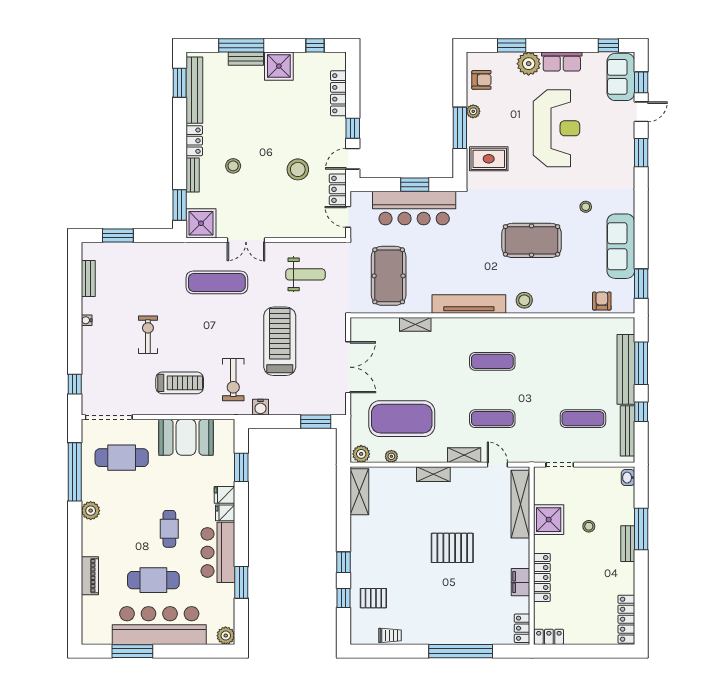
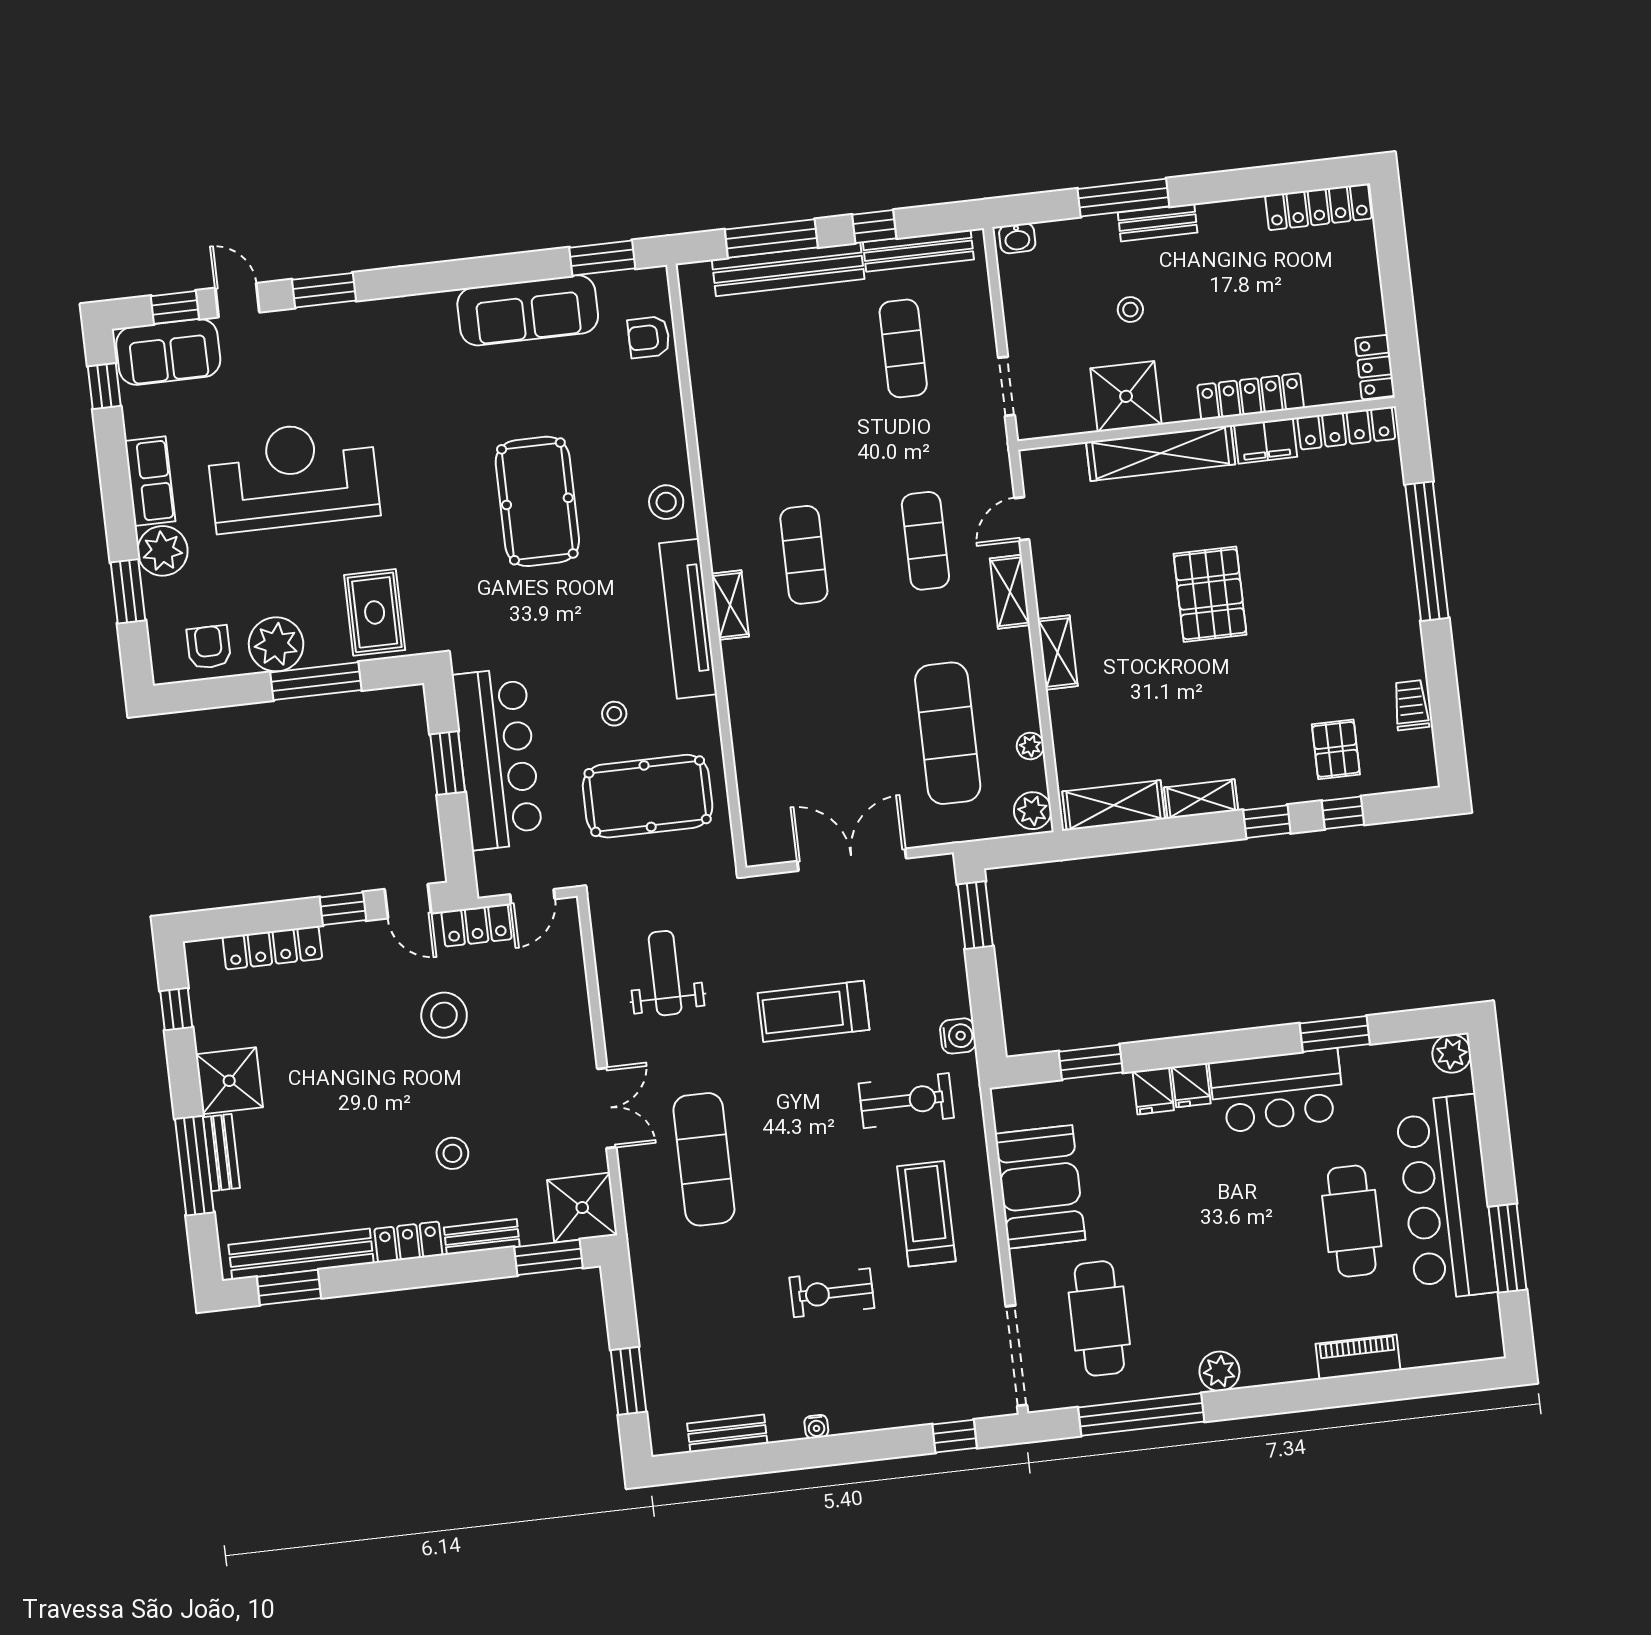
plant: (473, 111) -> (276, 644), width x1.88, depth x1.88
stool: (586, 207) -> (614, 714), moved
shelving: (415, 324) -> (730, 605), moved
treadmill: (280, 341) -> (813, 1011), width x0.73, depth x0.73
exercise mat: (402, 419) -> (948, 733), width x0.68
shelving: (520, 504) -> (1161, 453), moved
cafe table: (169, 529) -> (1239, 1200), removed
shelving: (358, 533) -> (1201, 799), added
locker: (522, 628) -> (1346, 428), width x1.53

